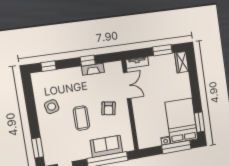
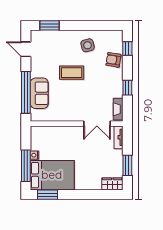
fireplace: (93, 69) -> (118, 109), moved
armchair: (109, 108) -> (113, 60), moved

